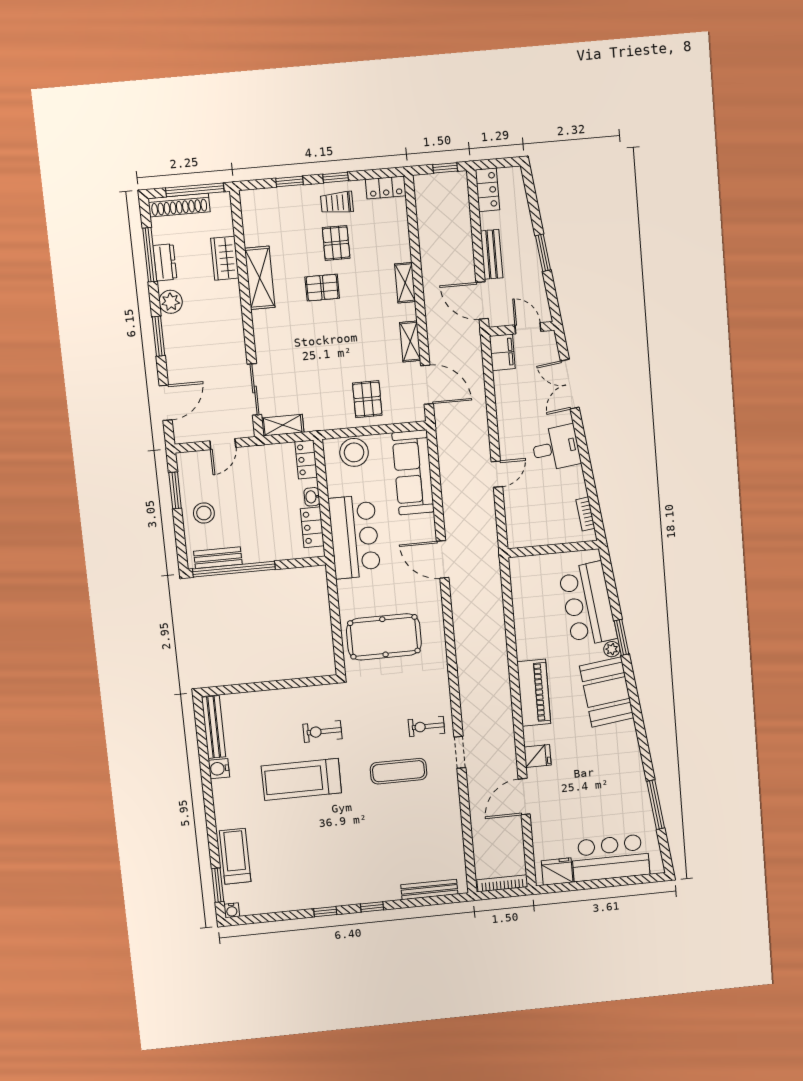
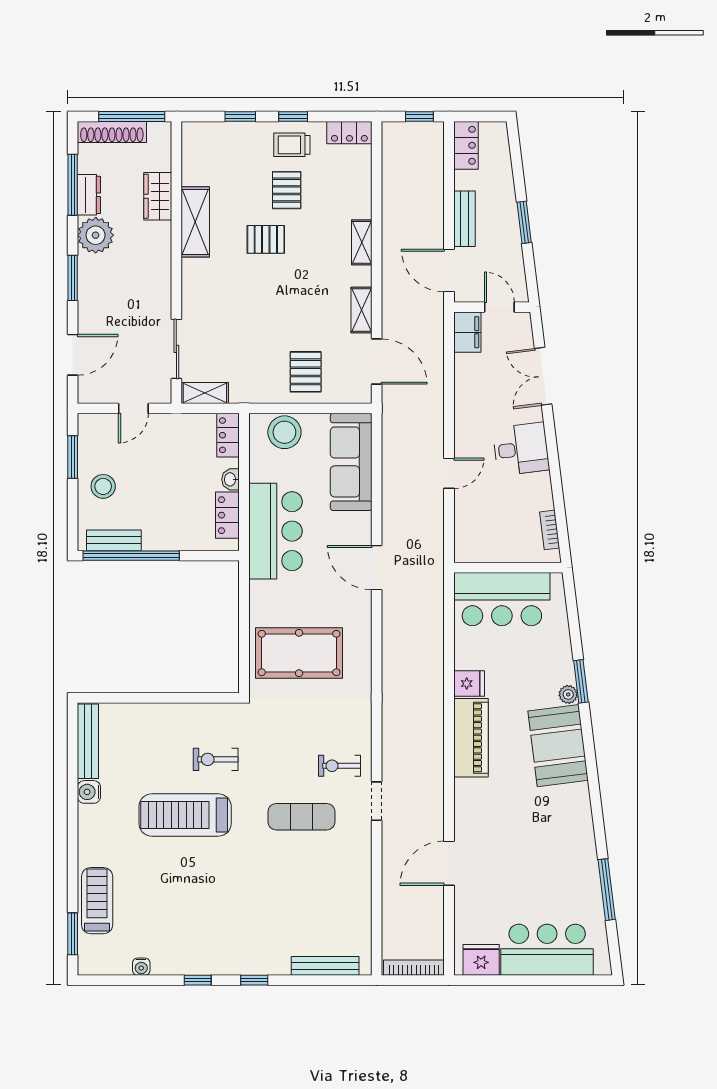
plant: (171, 302) -> (96, 235), width x1.36, depth x1.36
bar counter: (588, 604) -> (502, 599), moved, turned -83
fridge: (538, 756) -> (469, 684), moved
water cooler: (232, 910) -> (141, 967), moved

